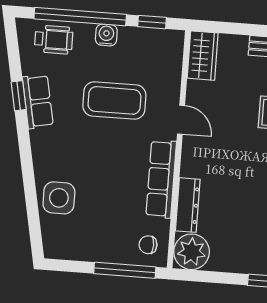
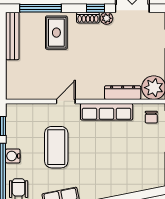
wardrobe: (203, 56) -> (22, 90), removed
side table: (59, 198) -> (124, 179), removed

